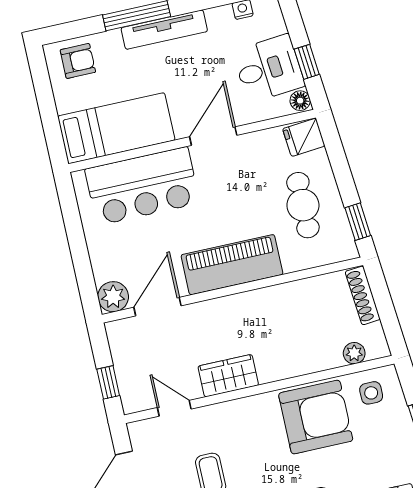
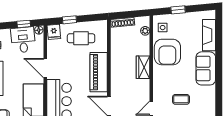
window: (358, 222) -> (69, 20), moved
wardrobe: (228, 376) -> (143, 67), moved
armchair: (316, 417) -> (167, 52), turned 180

